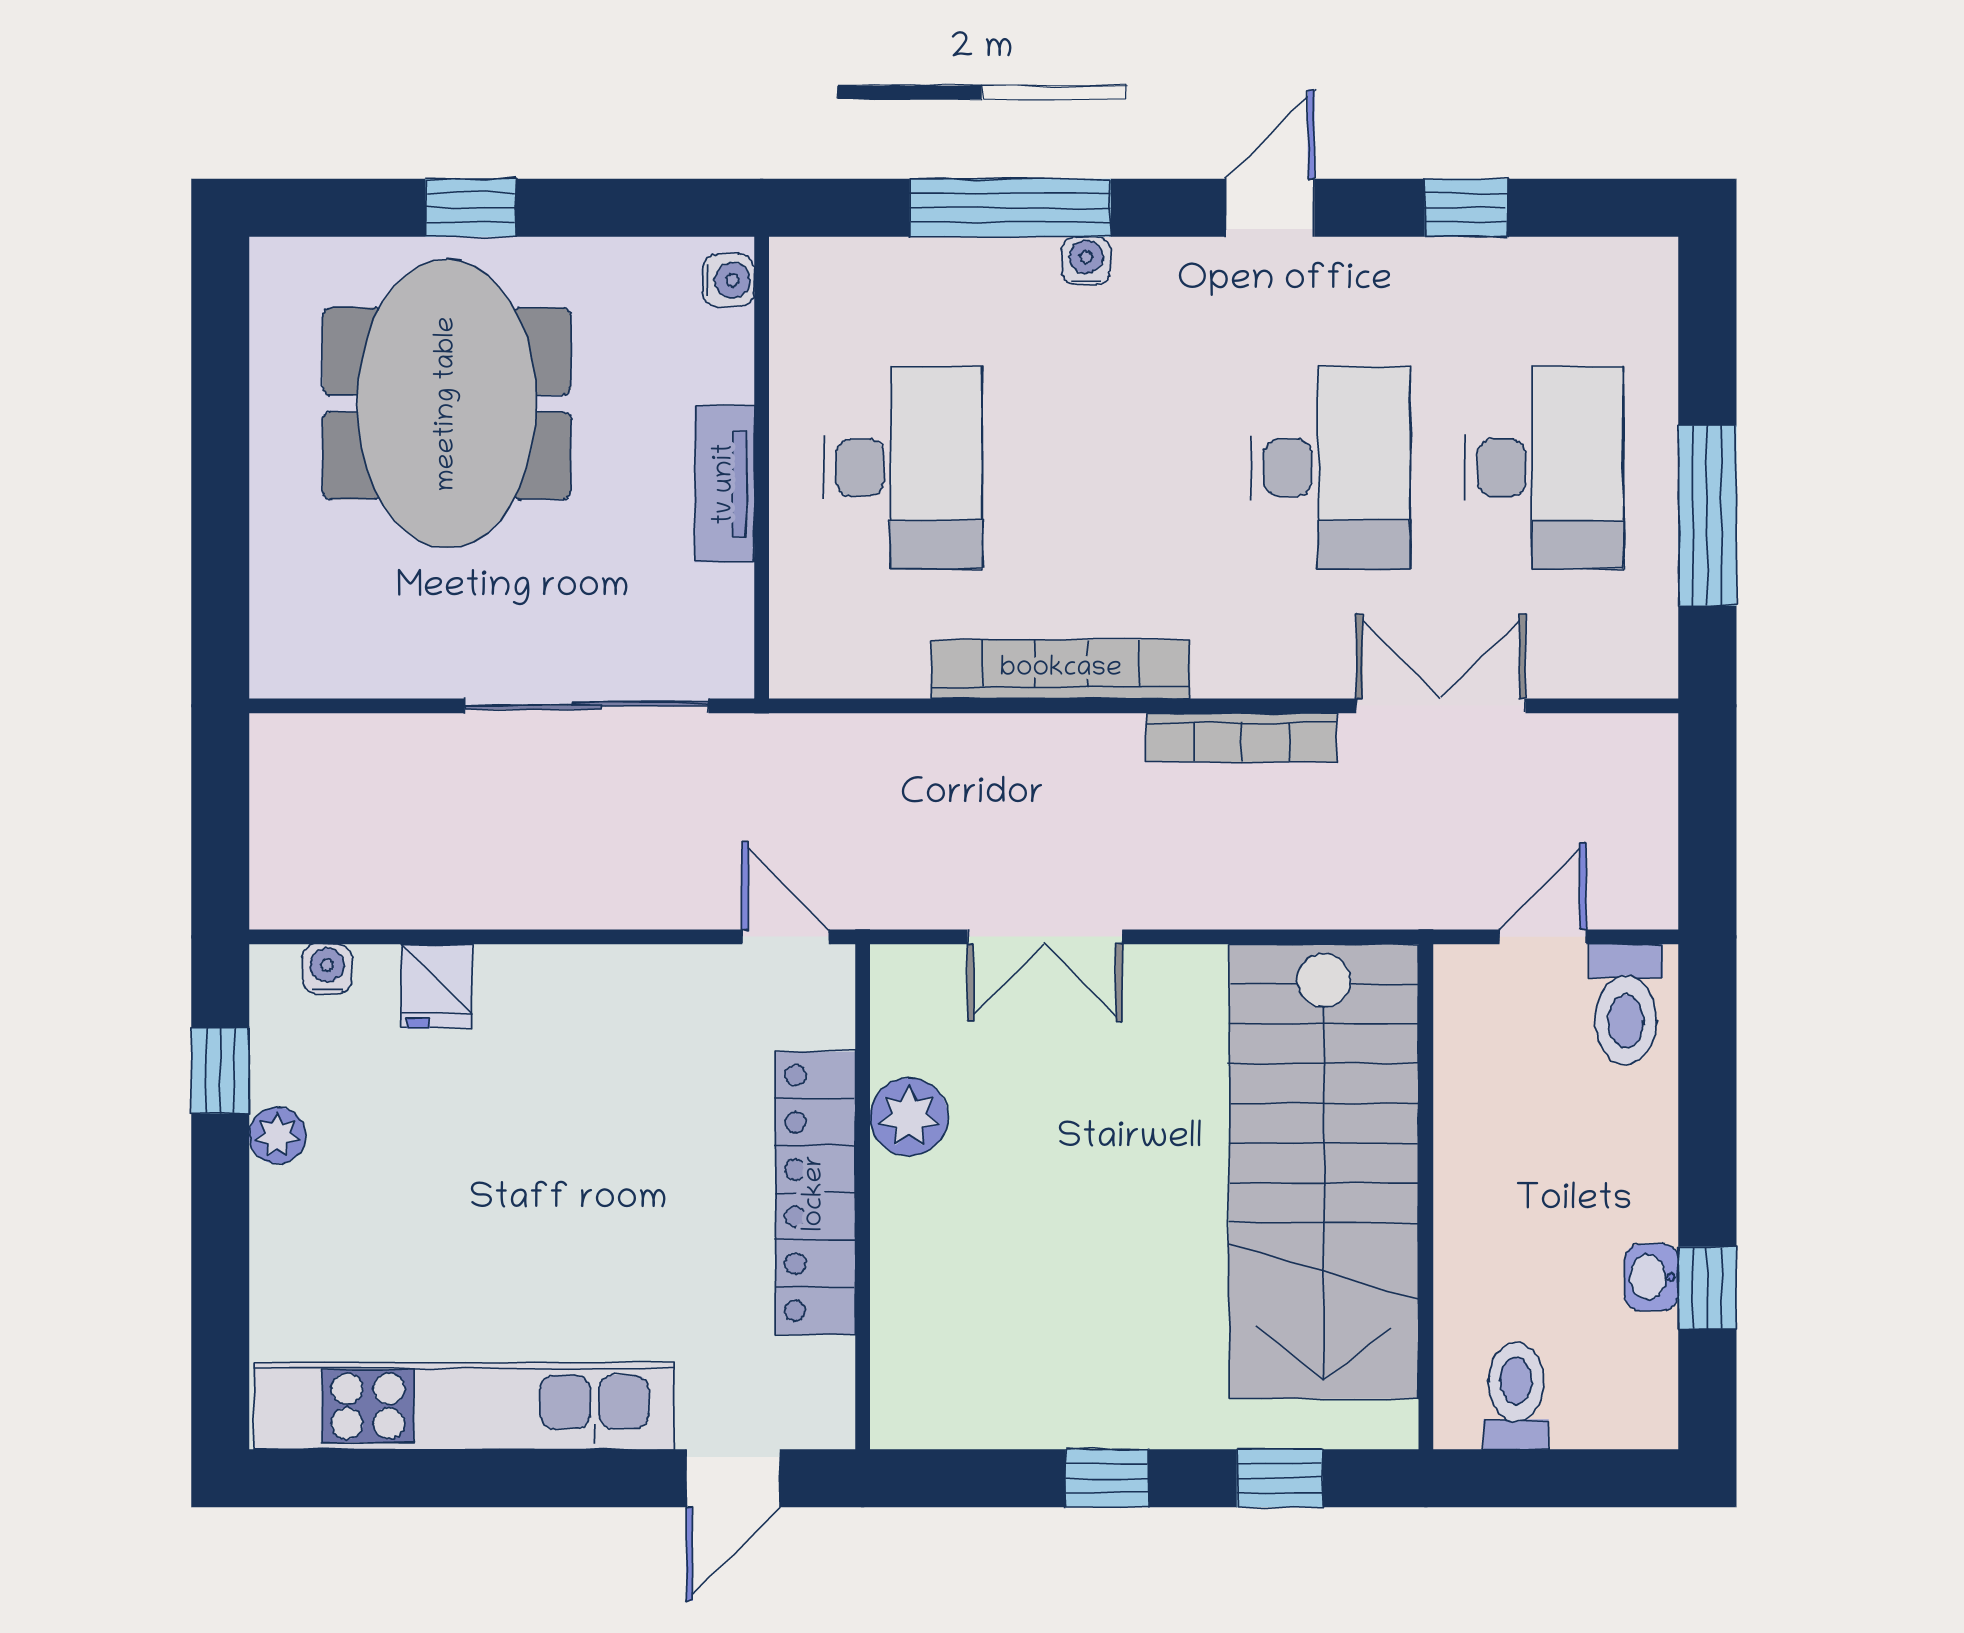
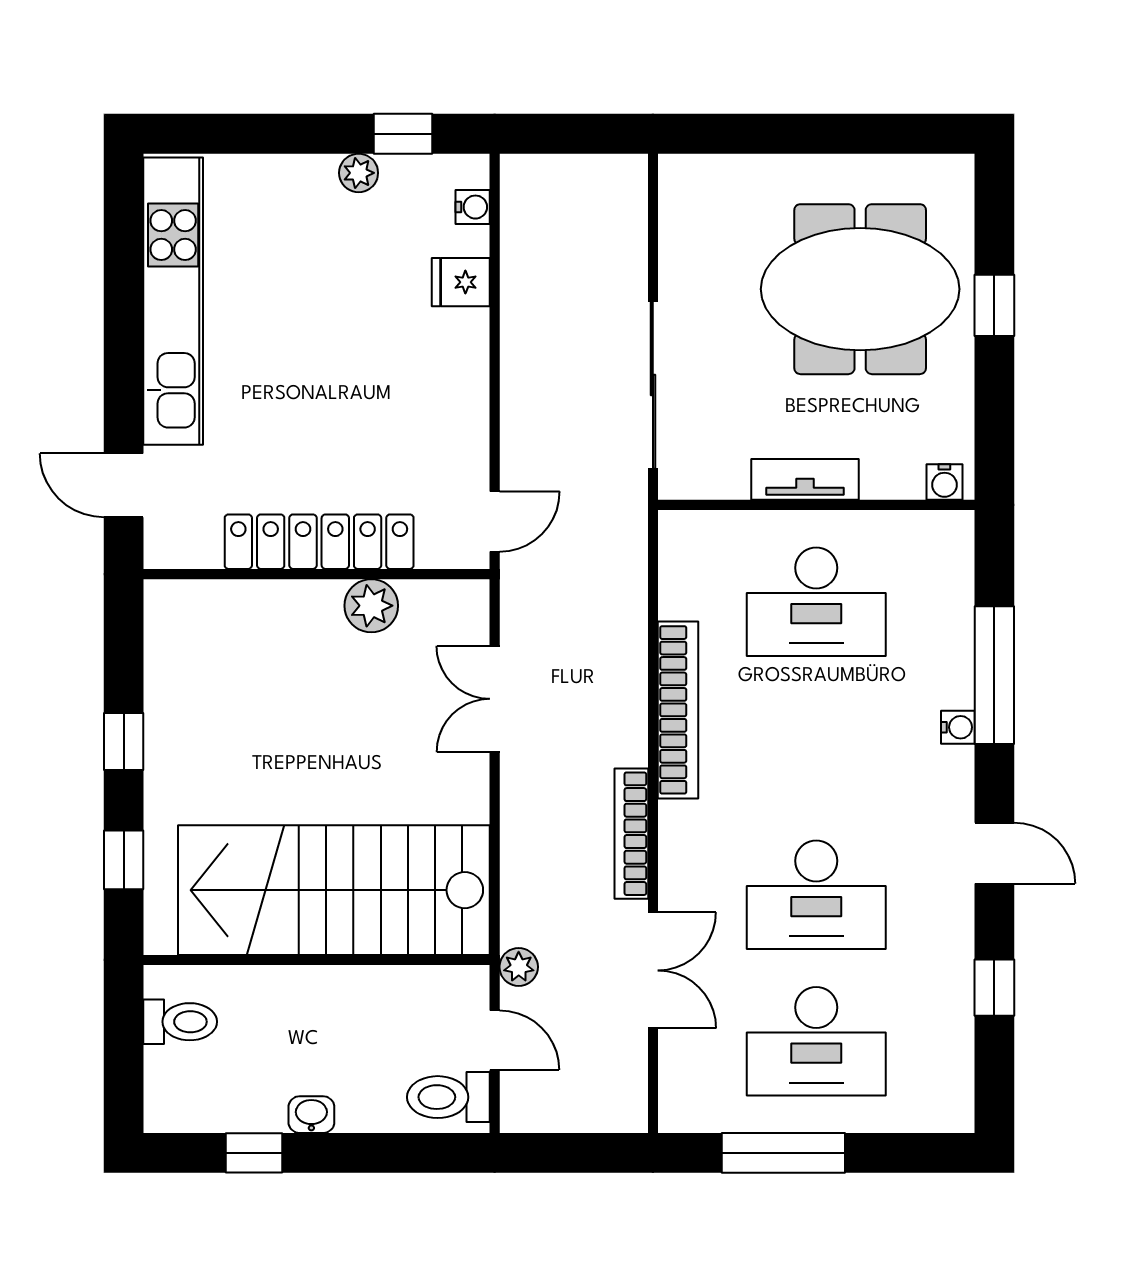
plant: (1436, 902) -> (519, 967), added
washbasin: (1652, 1277) -> (311, 1115), moved

